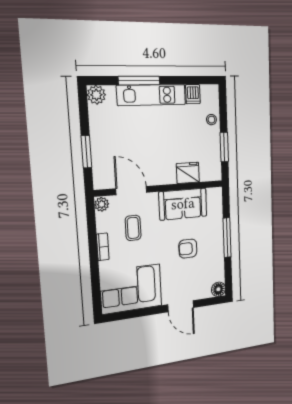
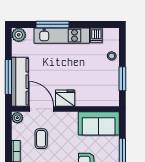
window: (86, 152) -> (8, 77), width x1.44
kitchen counter: (102, 157) -> (20, 82), added
fridge: (188, 173) -> (65, 98), moved
sofa: (183, 204) -> (99, 123), moved

